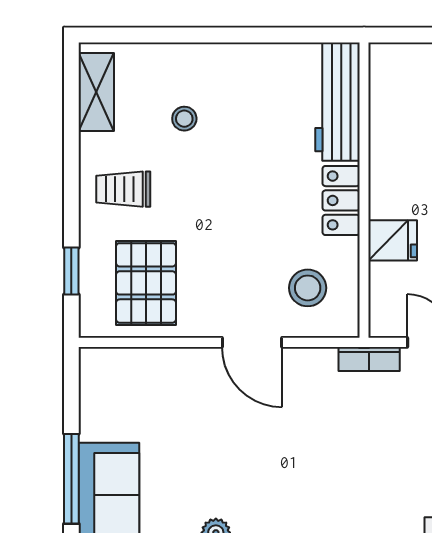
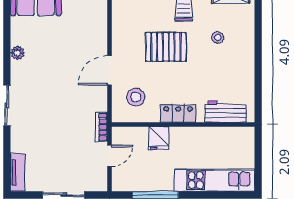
workbench: (338, 102) -> (226, 112), width x0.73
pallet: (146, 283) -> (166, 47), moved

